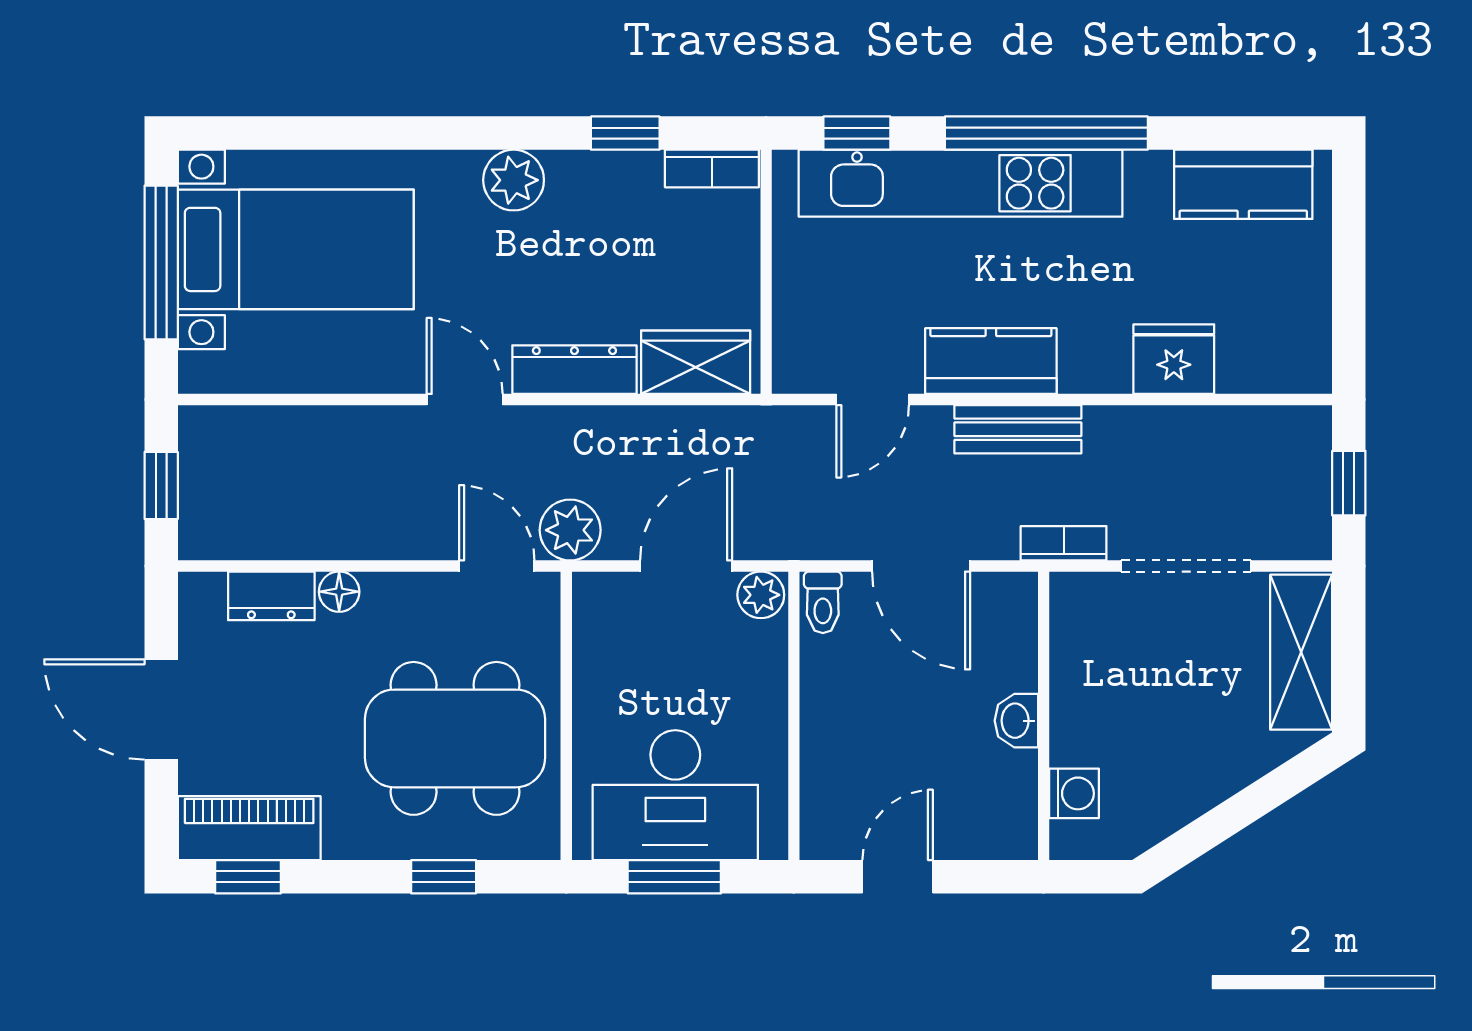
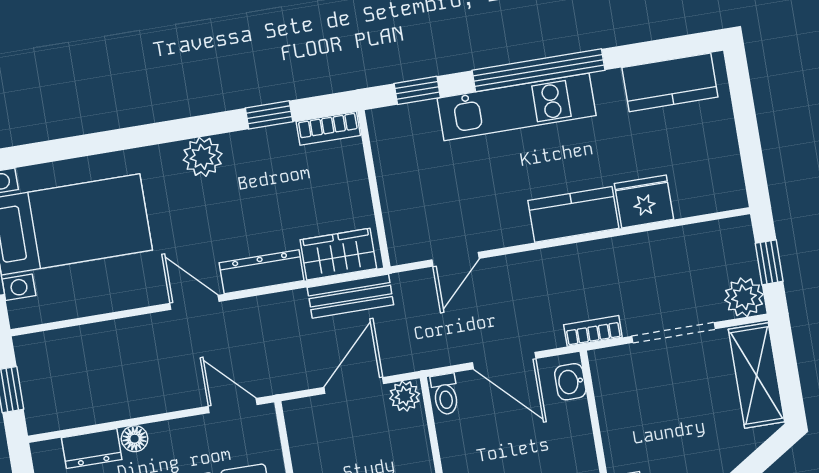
kitchen unit: (961, 183) -> (517, 107), width x0.73
kitchen counter: (991, 361) -> (573, 214), moved
bench: (1018, 429) -> (350, 296), moved
plant: (570, 530) -> (744, 297), moved
washbasin: (1016, 721) -> (570, 382), moved

